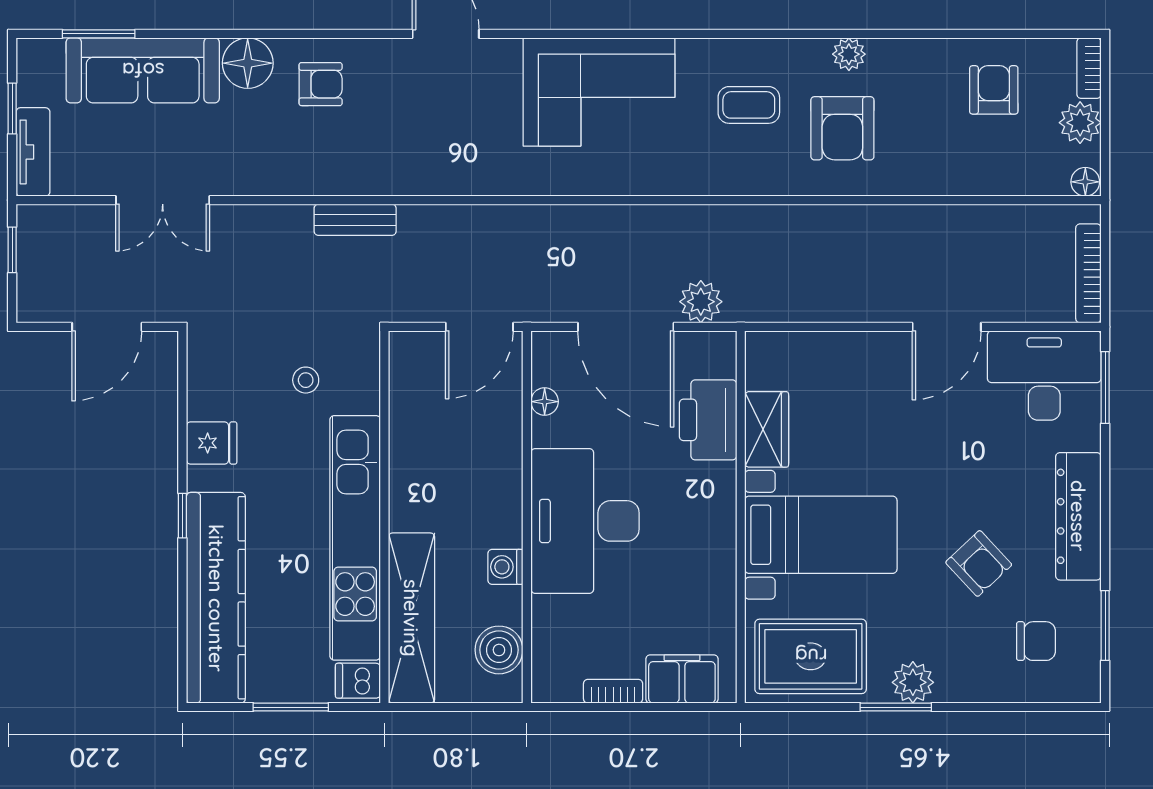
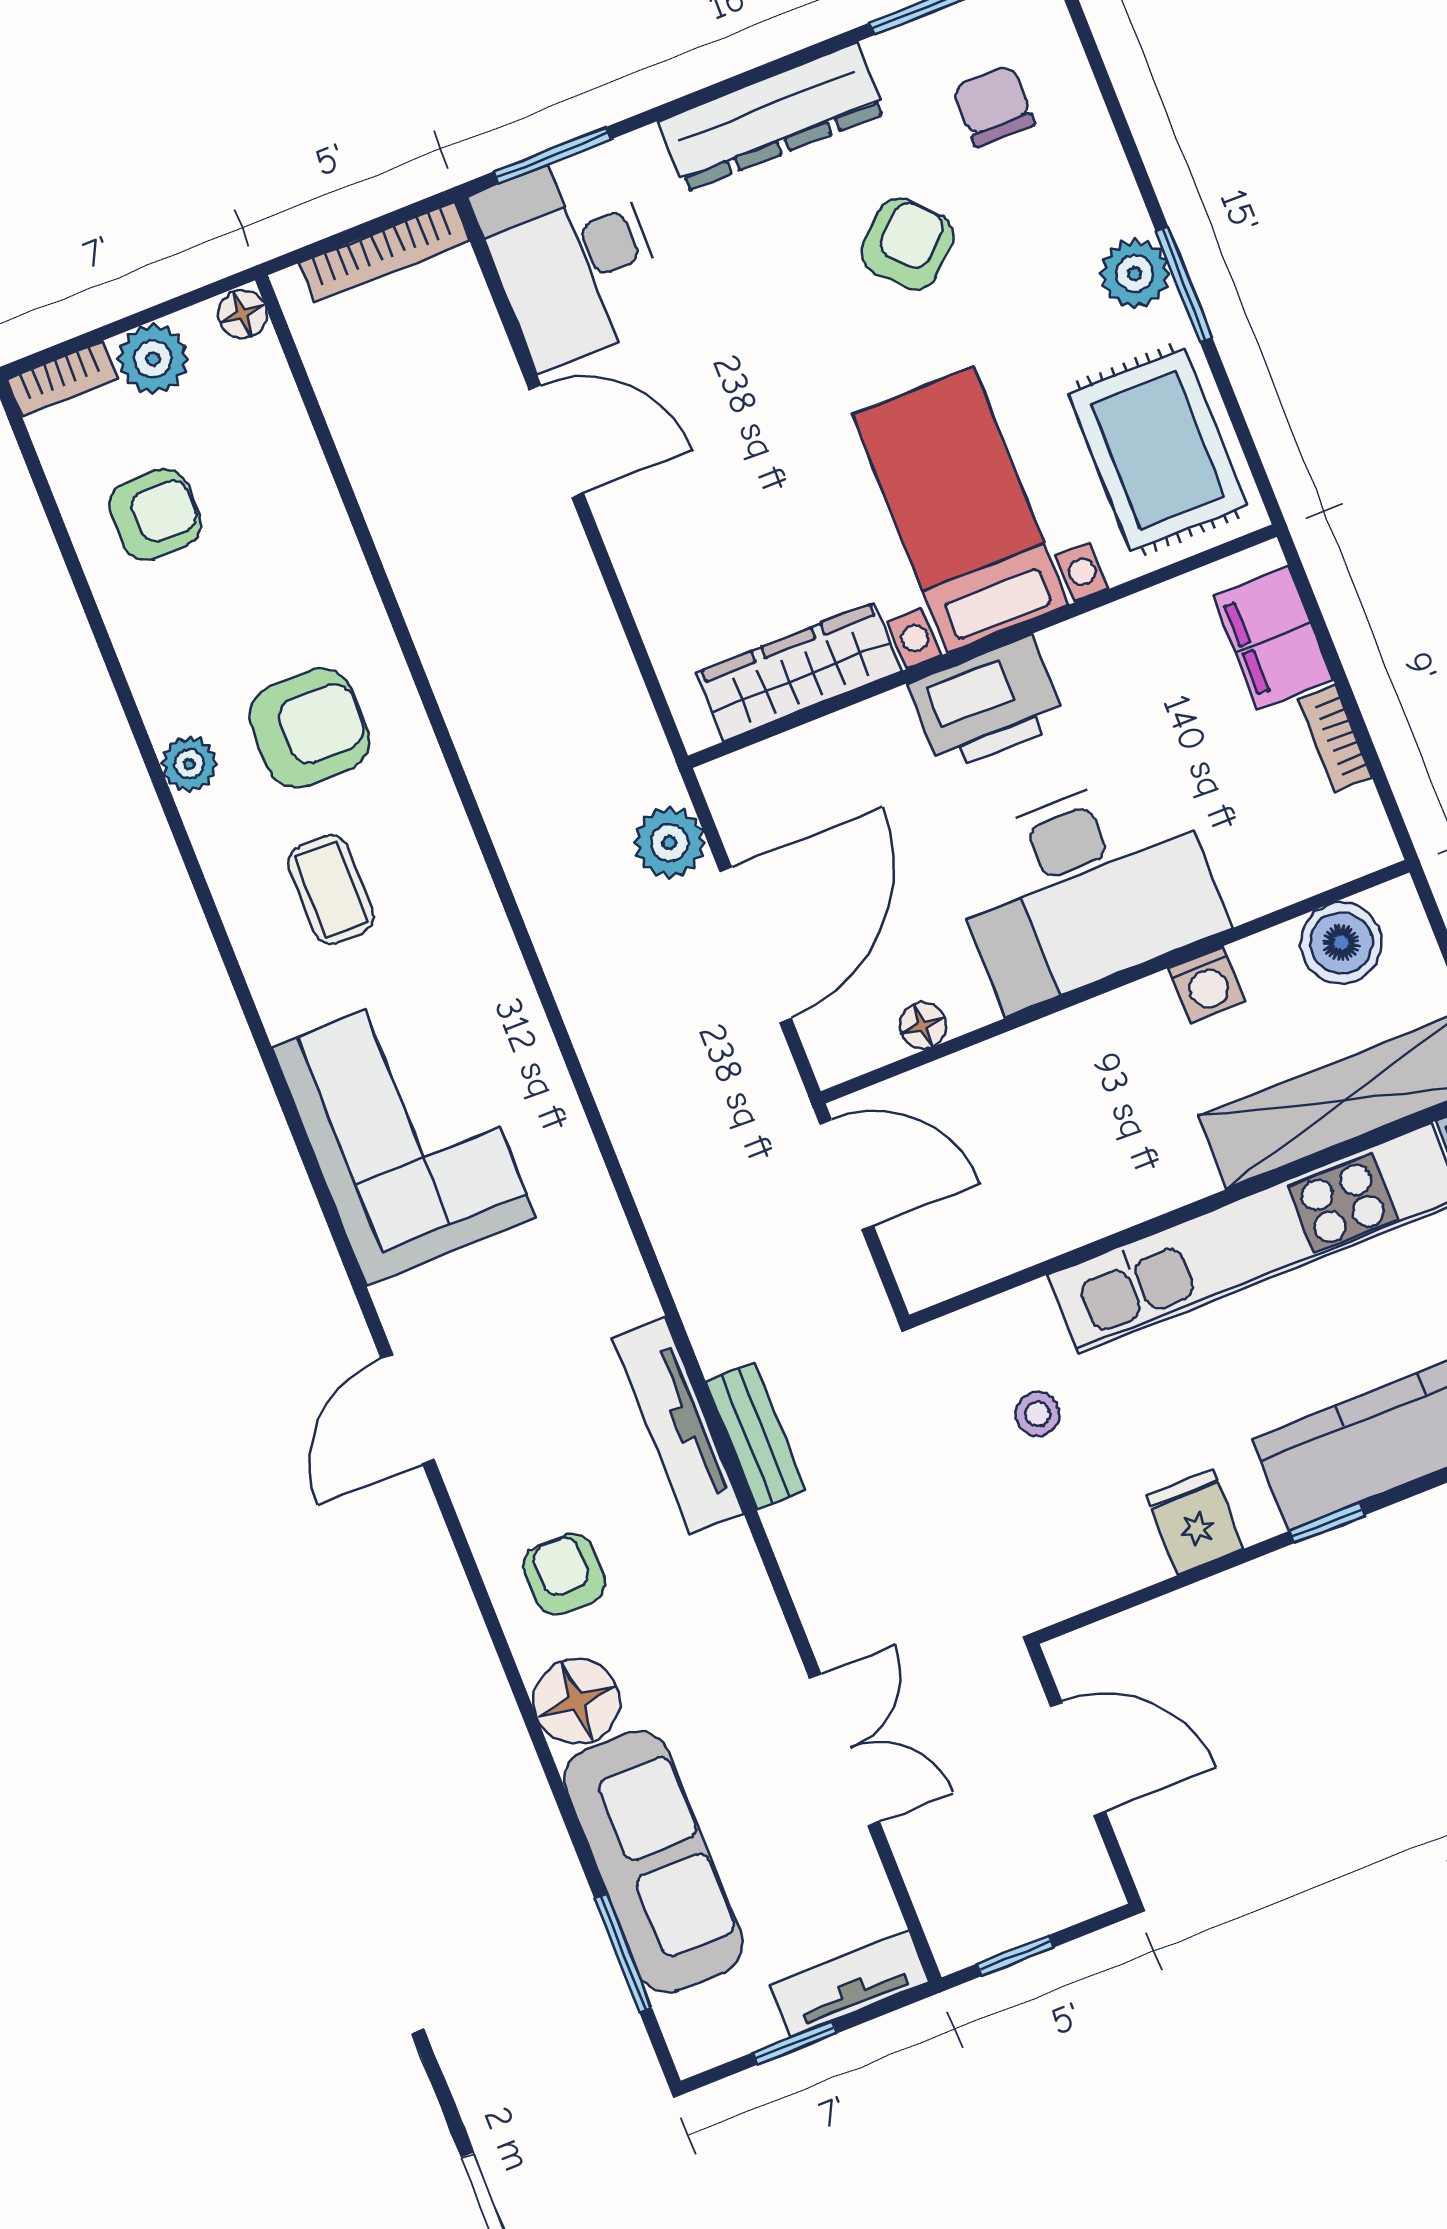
armchair: (994, 90) -> (155, 514), turned 180
tv unit: (377, 179) -> (678, 1426), added
printer: (708, 420) -> (987, 704), moved
wardrobe: (767, 429) -> (799, 672), width x1.50

